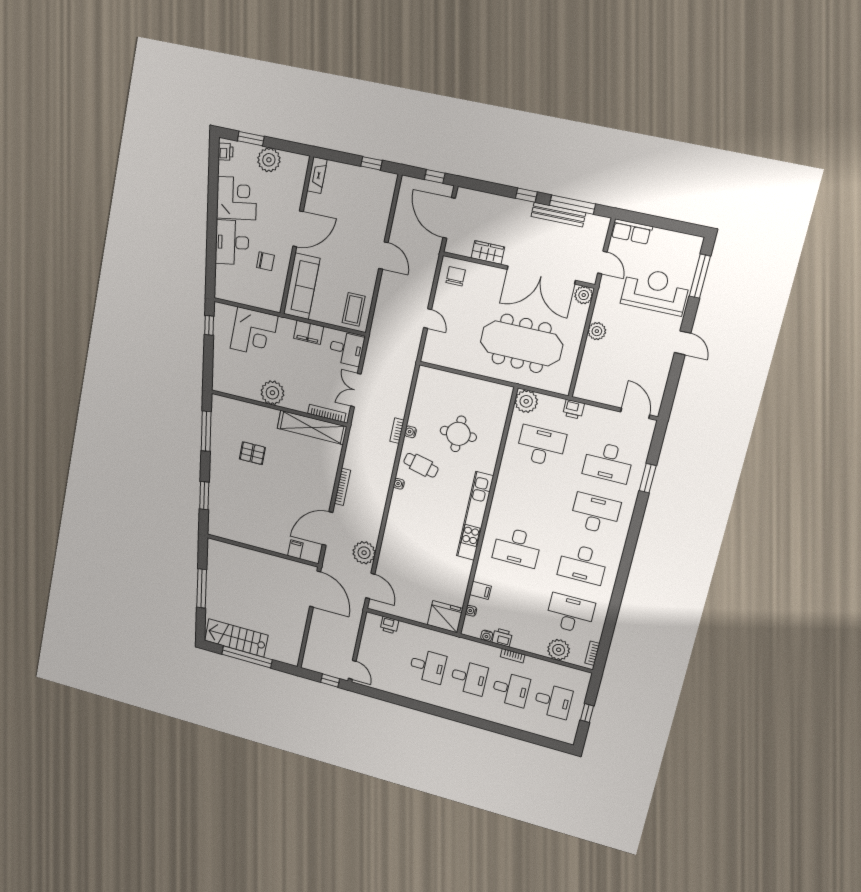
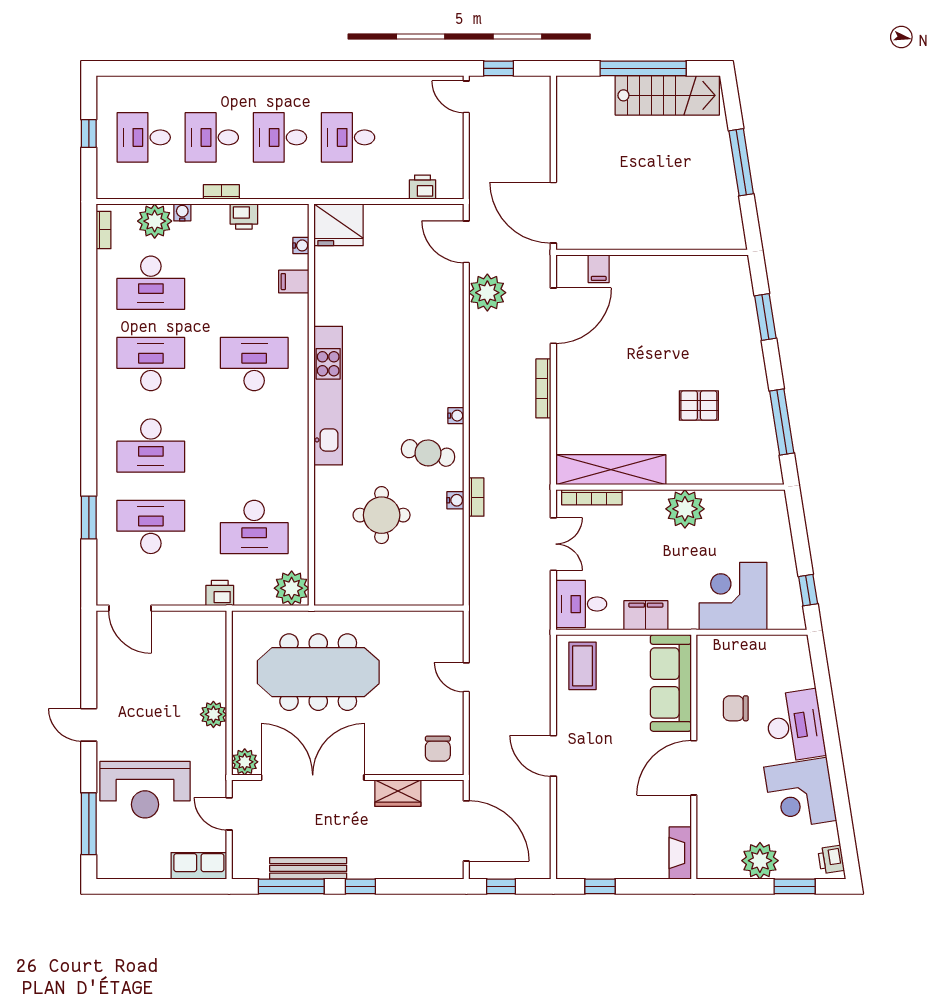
water cooler: (487, 636) -> (182, 212), moved

